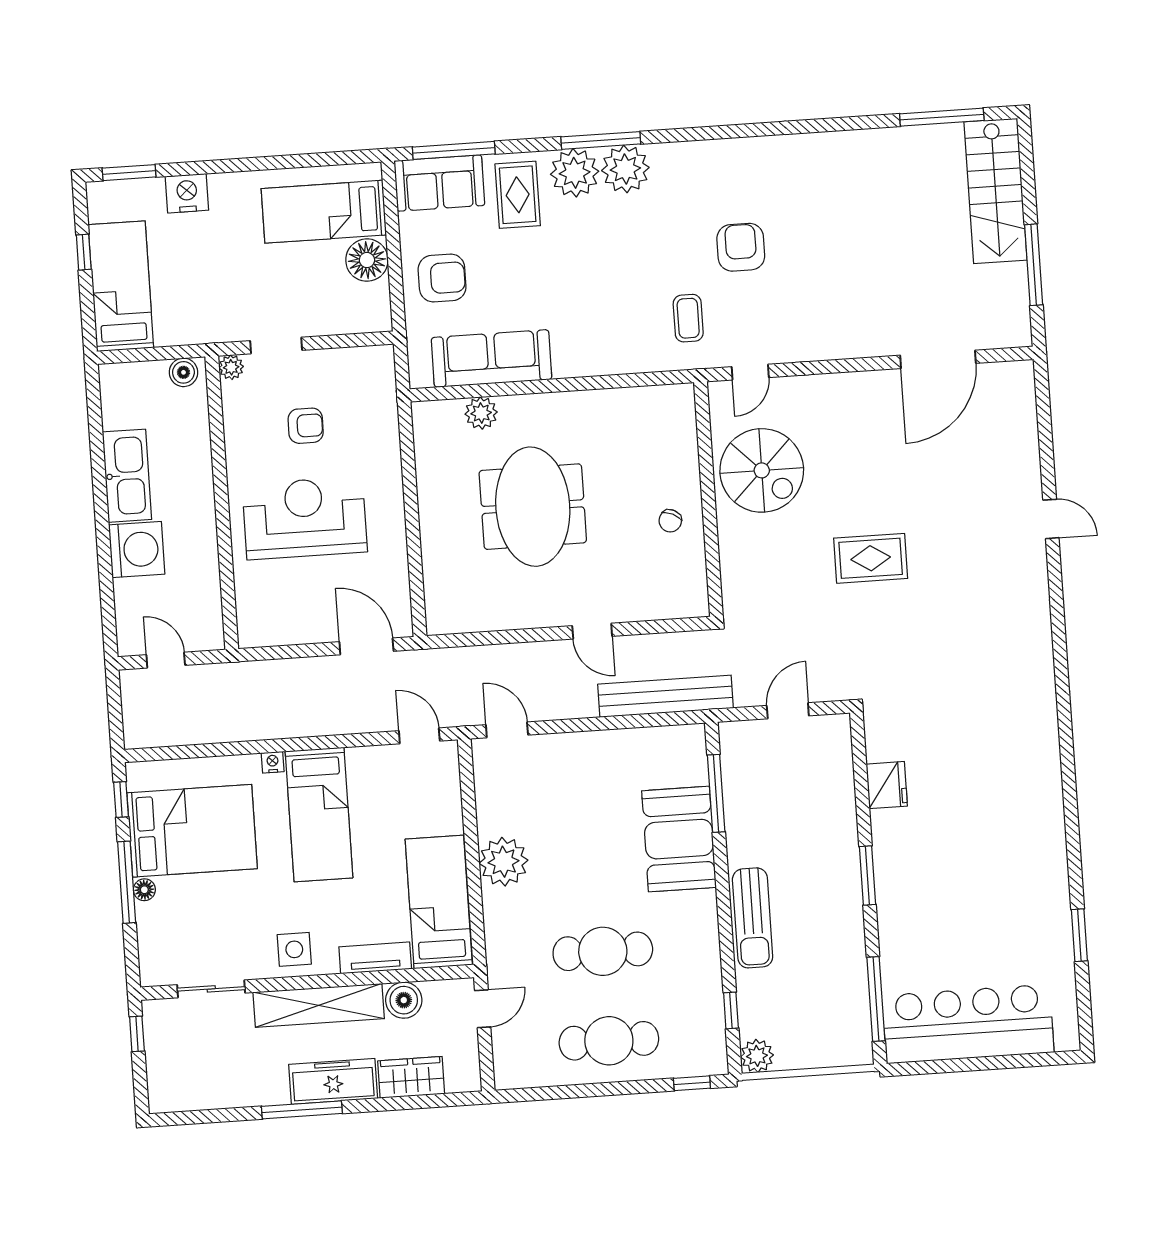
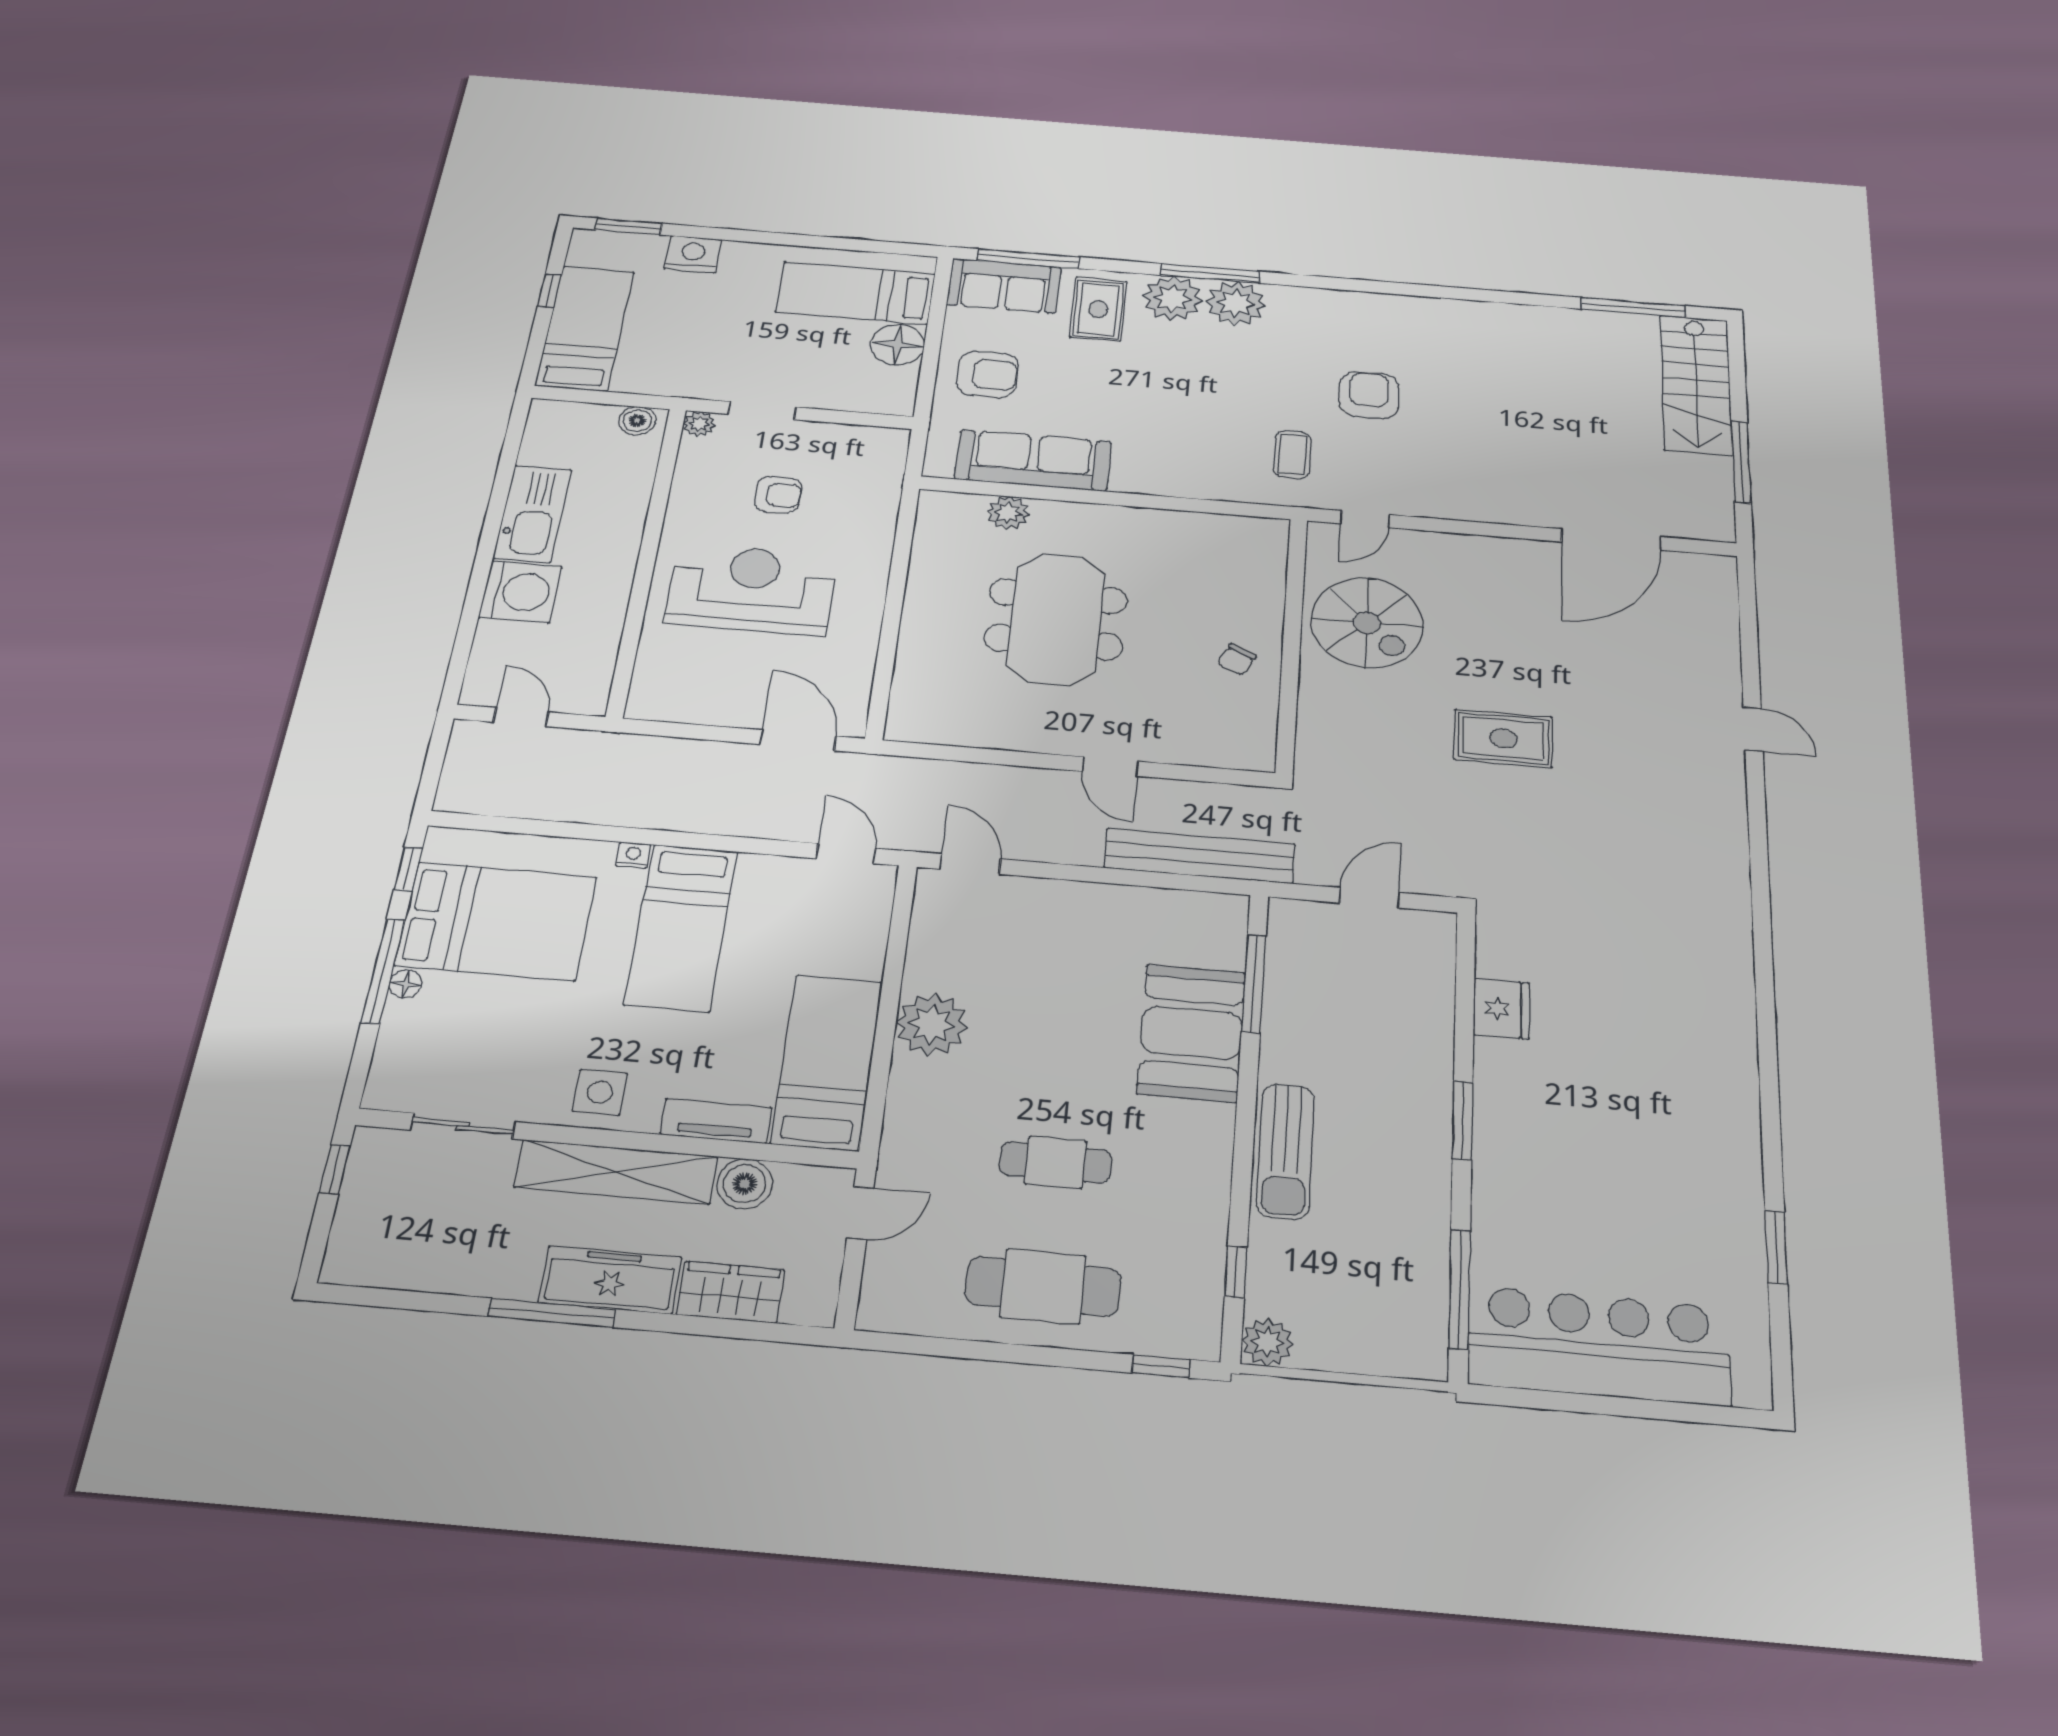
cafe table: (603, 951) -> (1055, 1162), width x0.73, depth x0.74

